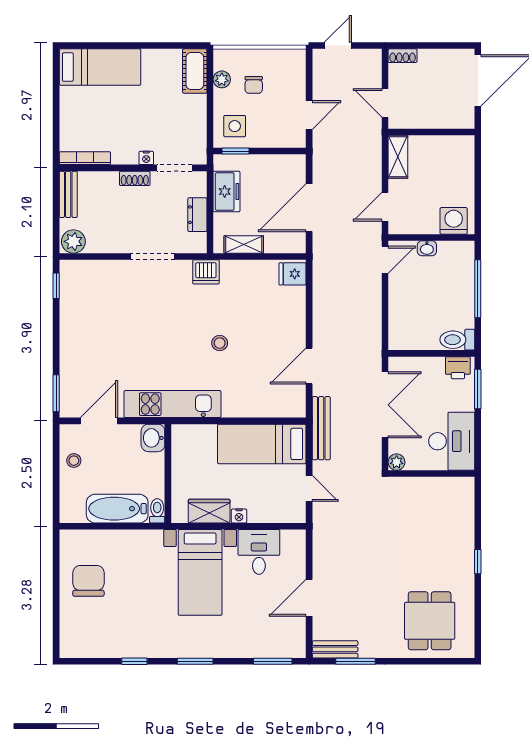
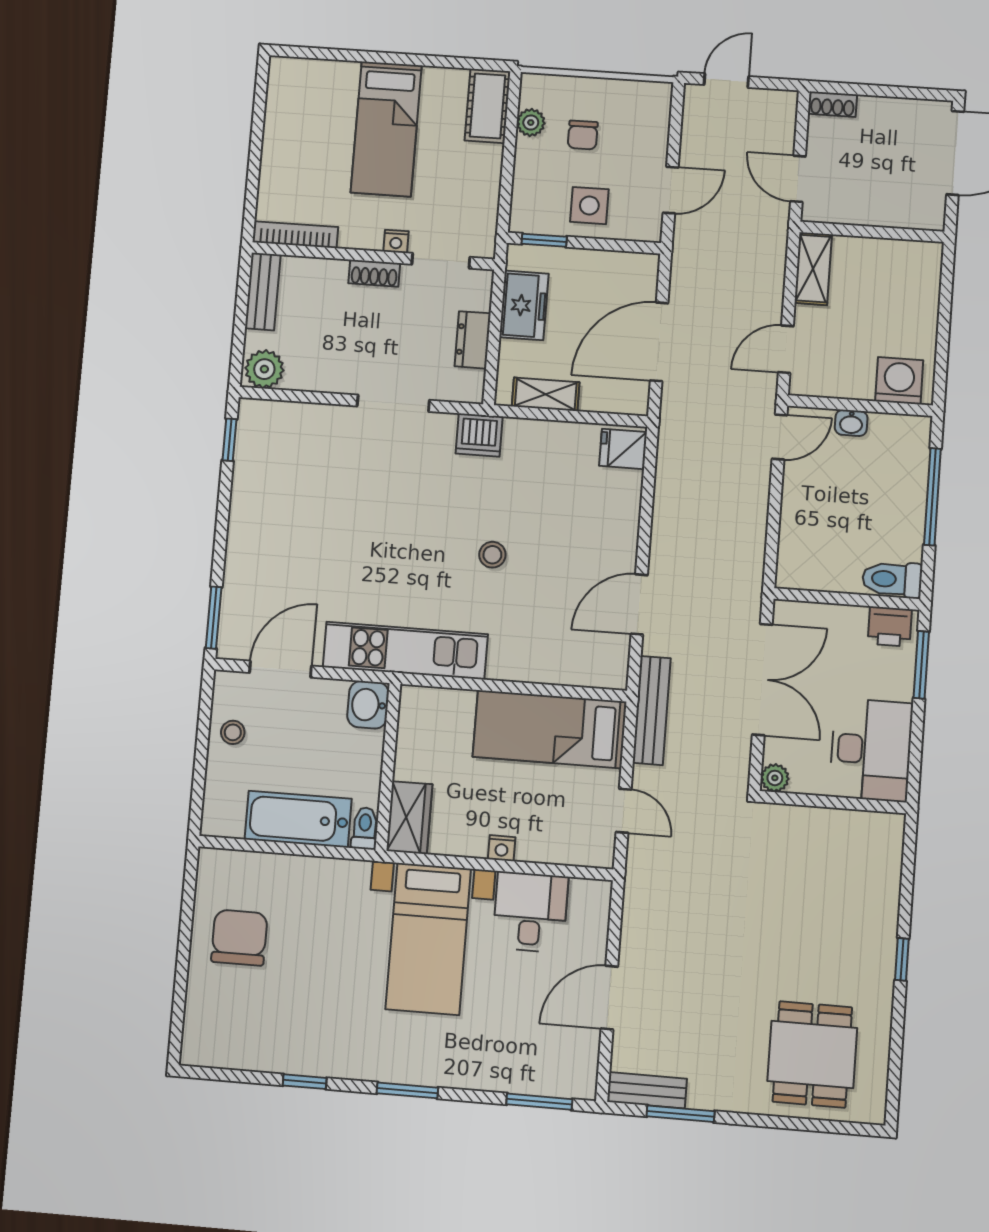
bed: (100, 67) -> (386, 129), moved, turned 90
side table: (235, 126) -> (589, 205), moved
wardrobe: (209, 511) -> (409, 818), moved, turned 90

